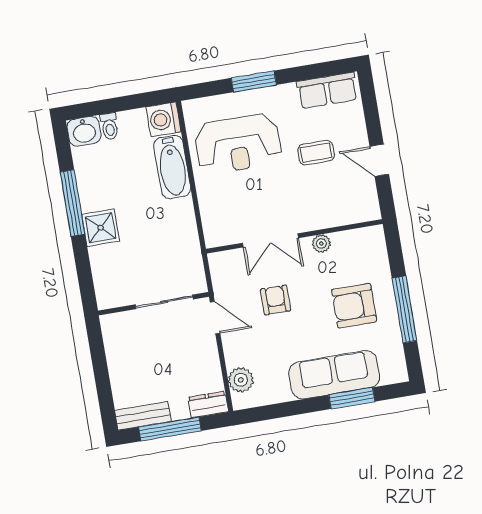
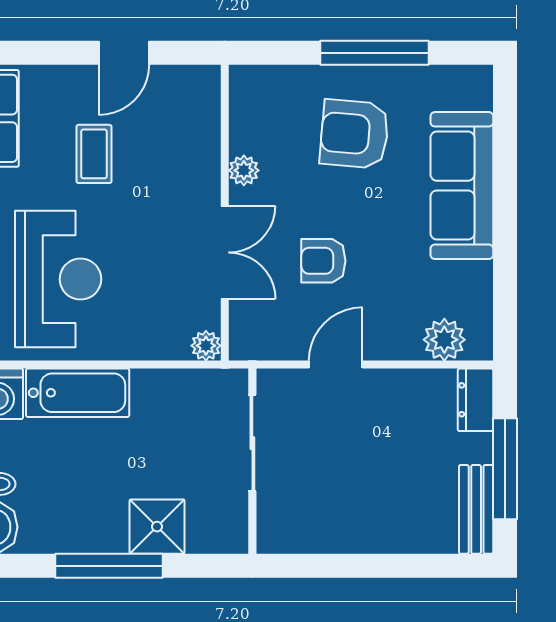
plant: (213, 239) -> (206, 346), added
sliding door: (164, 302) -> (252, 443), moved
wall: (153, 304) -> (252, 461), moved
armchair: (354, 306) -> (354, 134), turned 95
window: (352, 398) -> (505, 163), removed

